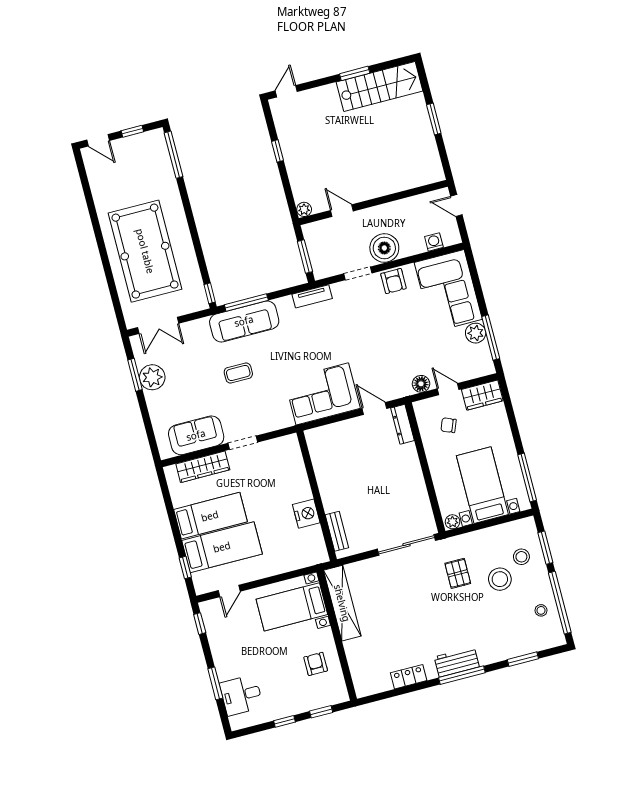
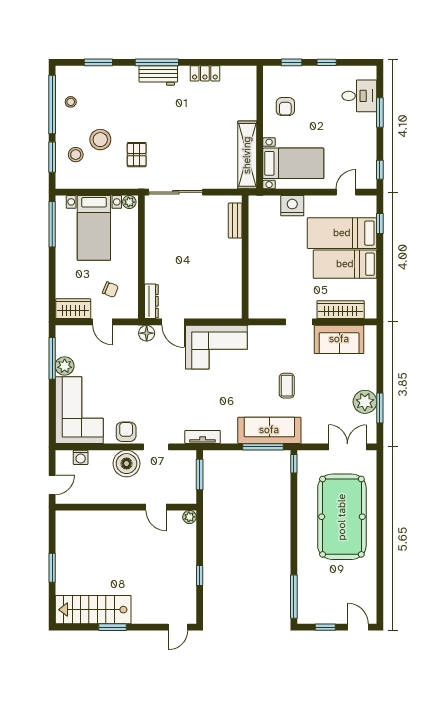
door: (456, 205) -> (52, 485), hinge flipped
coffee table: (238, 373) -> (287, 386), turned 90
floor lamp: (421, 384) -> (147, 333), moved
nightstand: (306, 514) -> (292, 206), moved, turned 90

